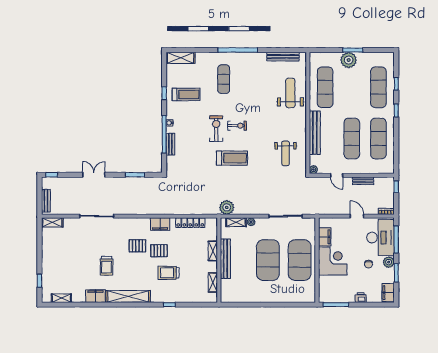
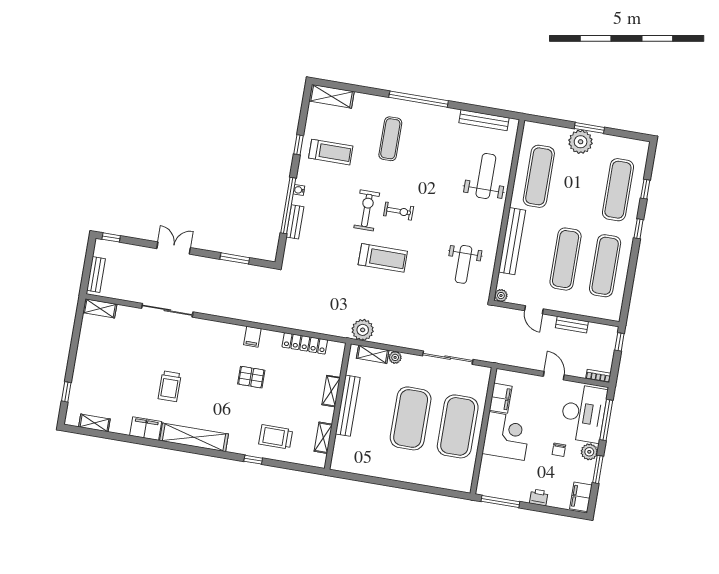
filing cabinet: (160, 224) -> (252, 337), width x0.50
pallet: (137, 246) -> (220, 364), removed
trolley: (169, 273) -> (276, 437), moved

